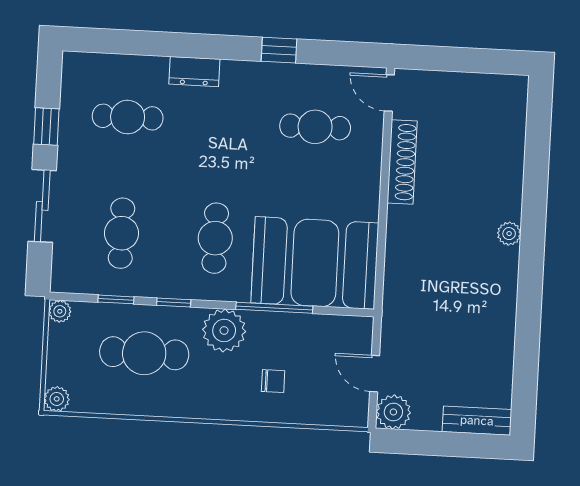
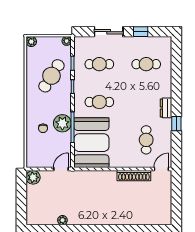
dresser: (194, 72) -> (166, 108), moved
cafe table: (128, 117) -> (146, 64), turned 90
plant: (509, 234) -> (62, 220), moved
plant: (224, 330) -> (62, 123), moved
cafe table: (144, 353) -> (51, 76), turned 32
door: (375, 374) -> (61, 169), moved
bench: (477, 421) -> (31, 211), removed

